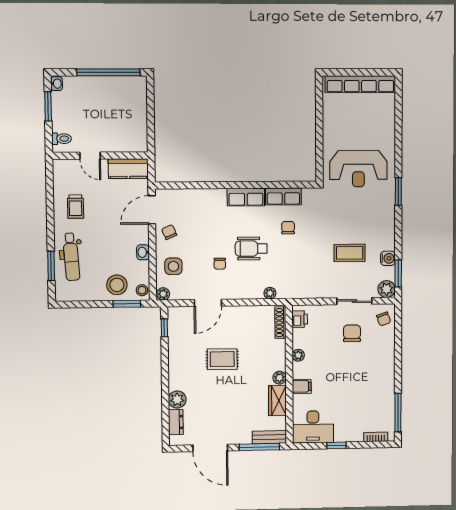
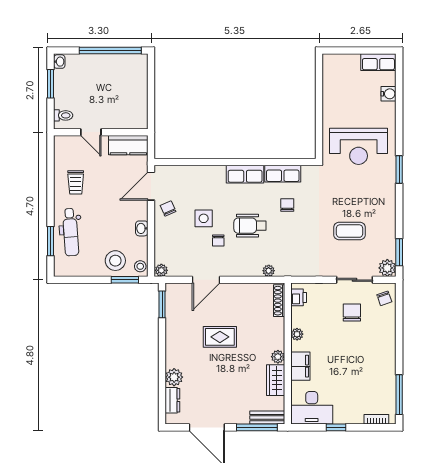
row of seats: (360, 84) -> (378, 62), width x0.50
water cooler: (388, 258) -> (389, 94), moved
side table: (173, 266) -> (204, 218), moved
window: (164, 328) -> (162, 304), width x1.50
filing cabinet: (302, 386) -> (300, 366), width x2.00

